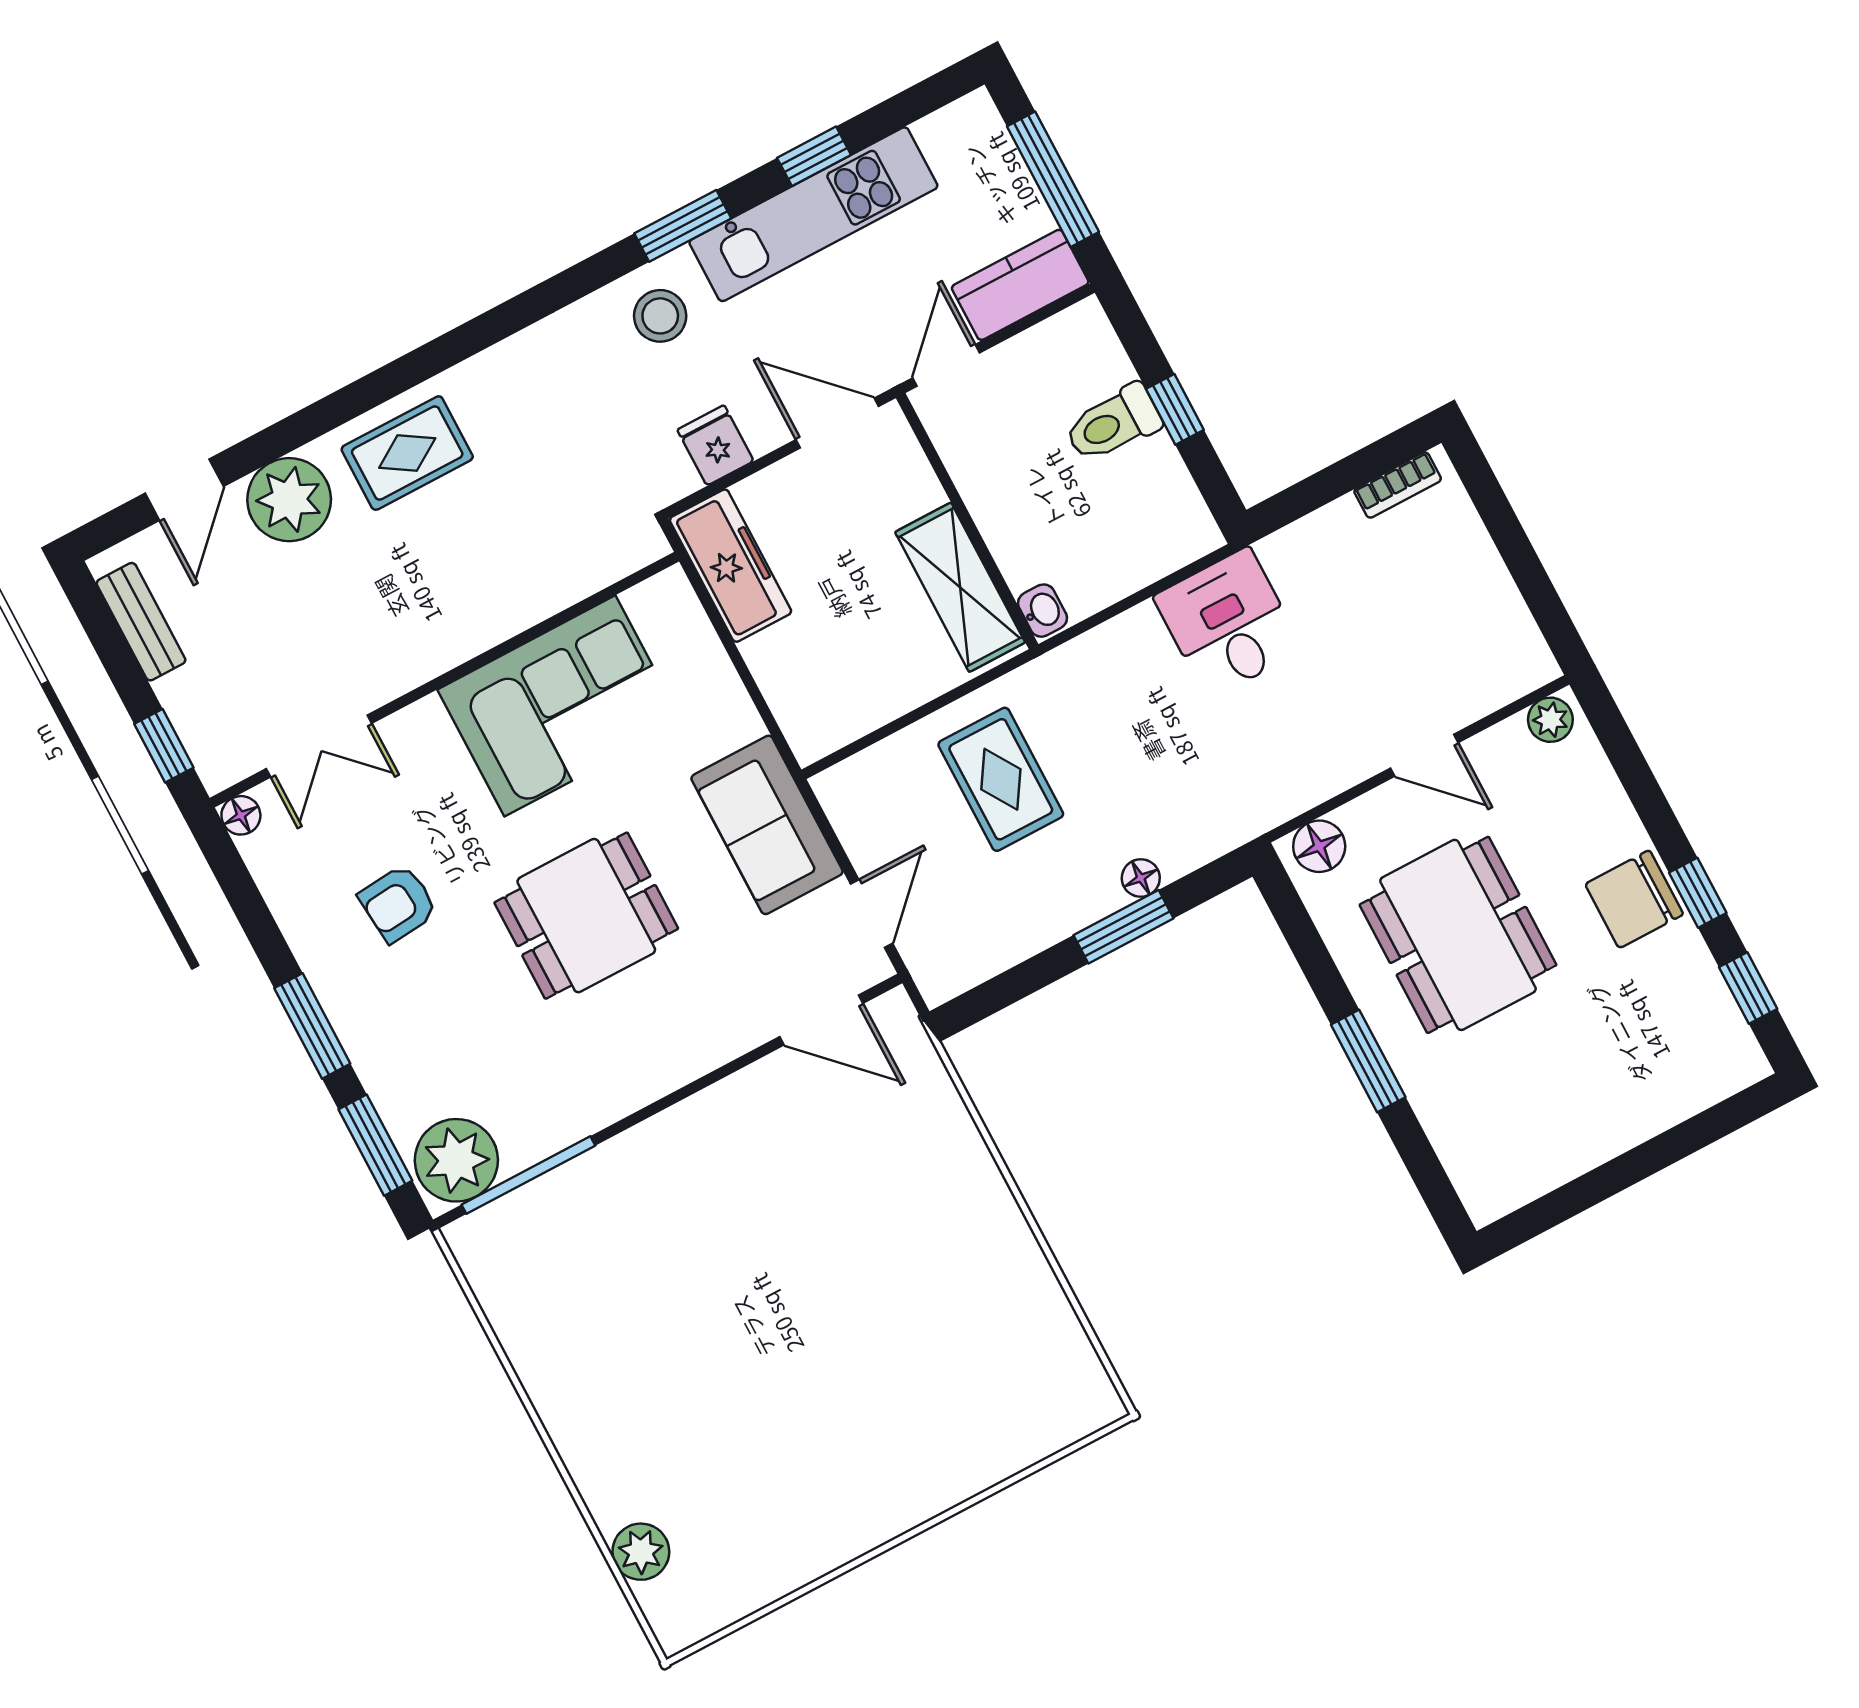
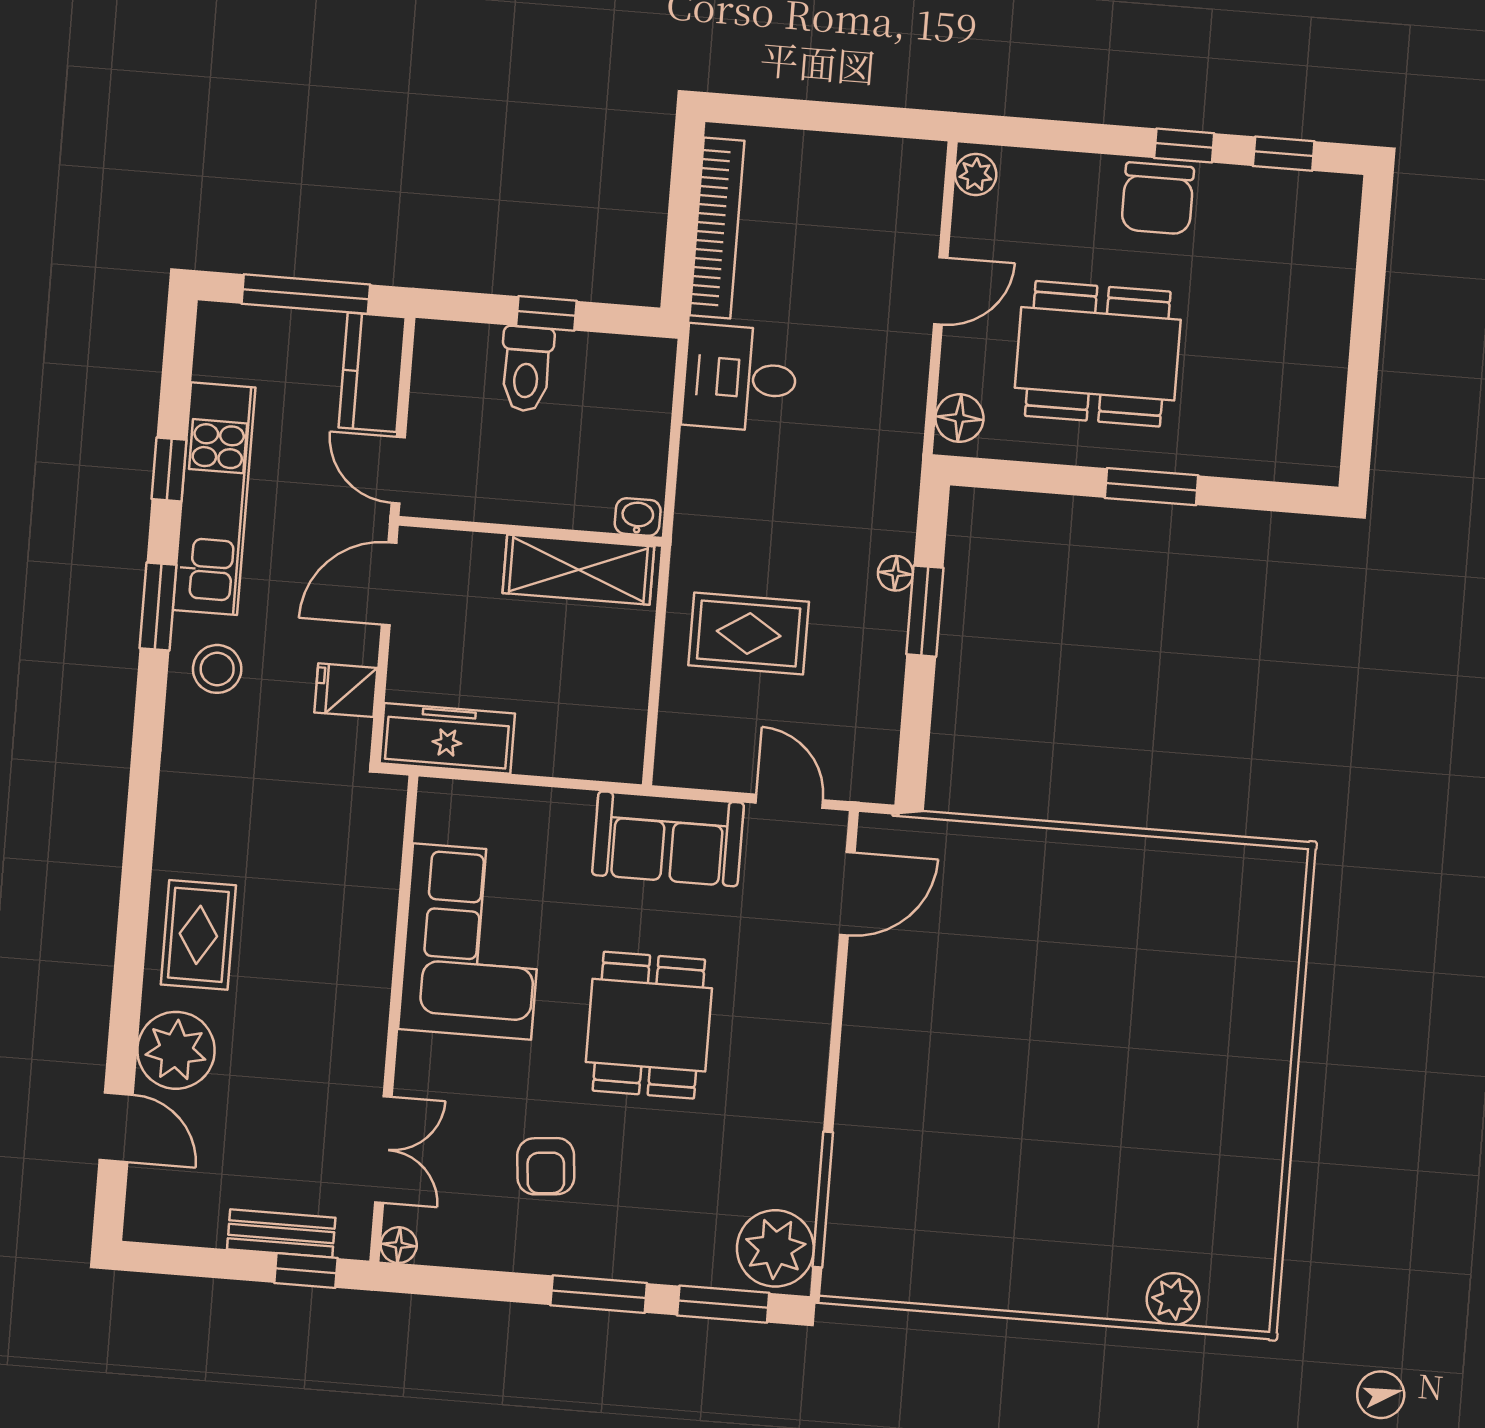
bookcase: (1398, 485) -> (717, 228), width x2.31, depth x1.31
bench: (141, 622) -> (281, 1233), moved

